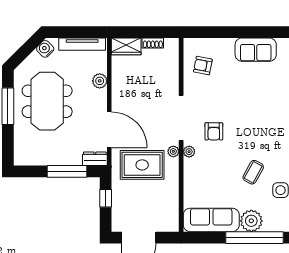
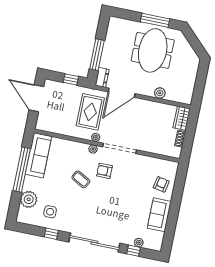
tv unit: (82, 44) -> (190, 85), removed
water cooler: (45, 49) -> (192, 57), removed
armchair: (203, 66) -> (161, 184), moved
meeting table: (47, 101) -> (153, 50), turned 90
coffee table: (253, 172) -> (81, 179), moved
plant: (251, 221) -> (29, 199), moved
window: (255, 238) -> (22, 170), moved

